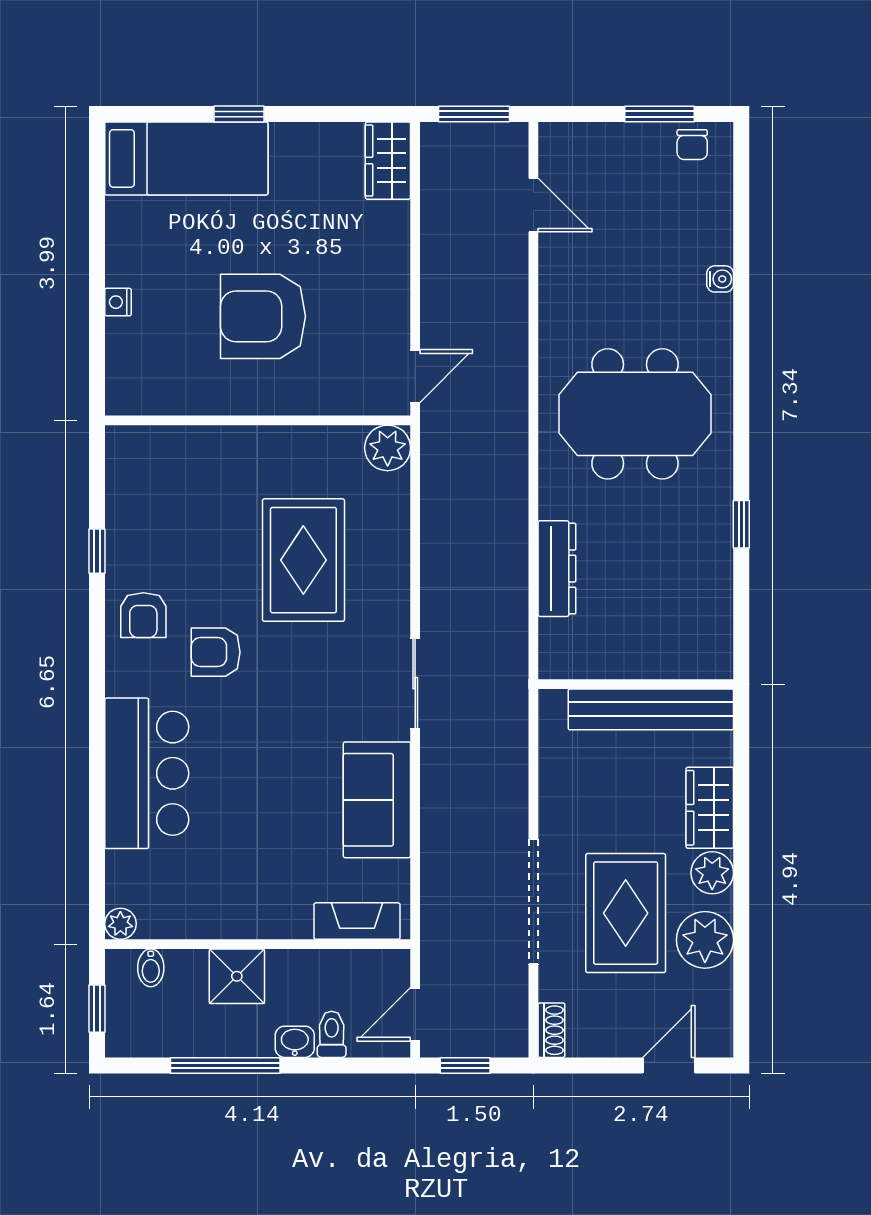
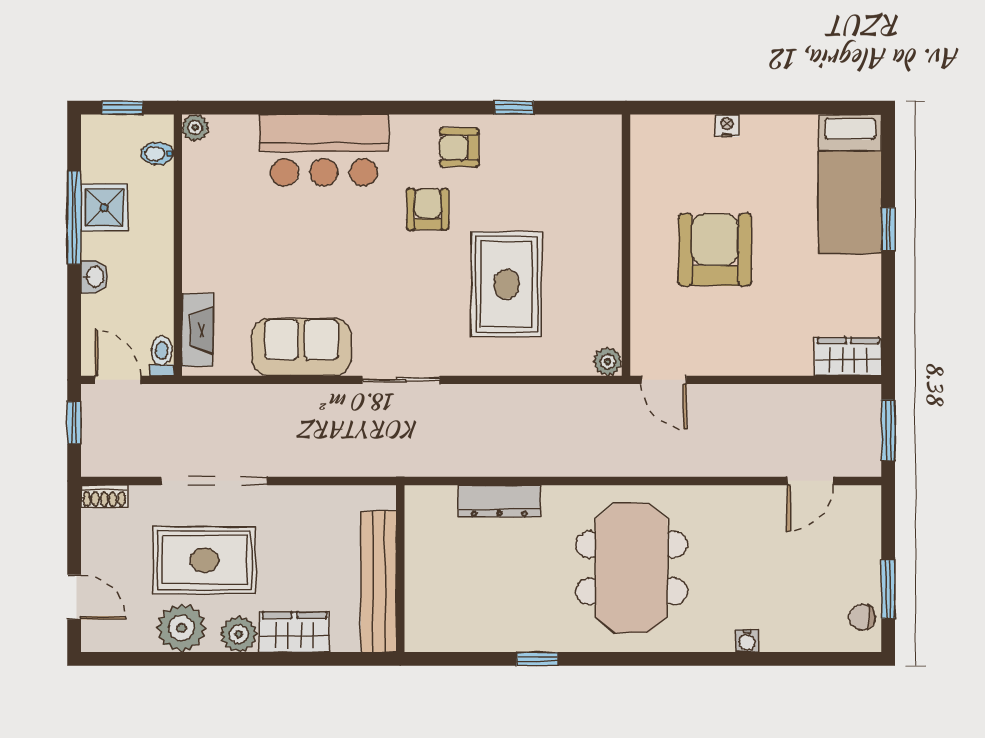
plant: (388, 448) -> (608, 362), width x0.73, depth x0.73
rug: (303, 560) -> (506, 284), turned 90
shower: (237, 976) -> (104, 208), moved
toilet: (332, 1034) -> (162, 356), moved, turned -90

